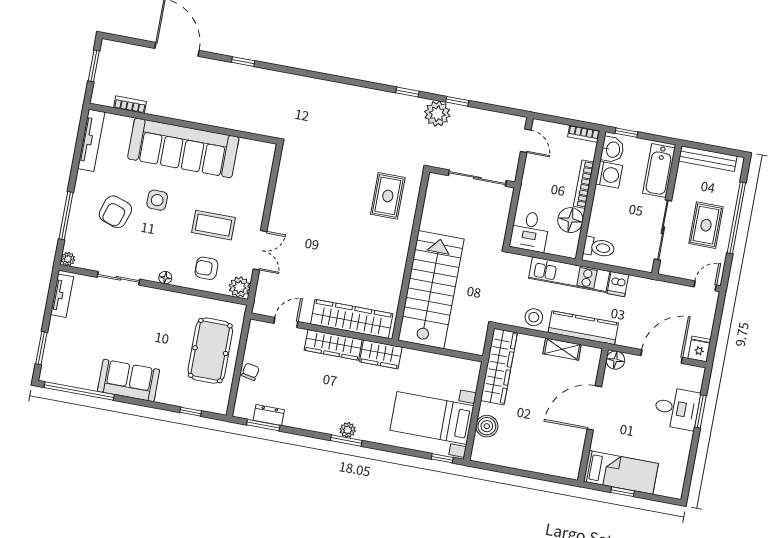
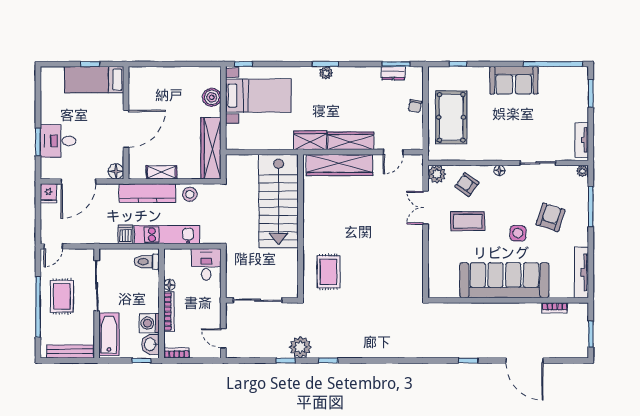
floor lamp: (570, 220) -> (169, 285), width x0.53, depth x0.53
armchair: (206, 268) -> (467, 185), turned -144

